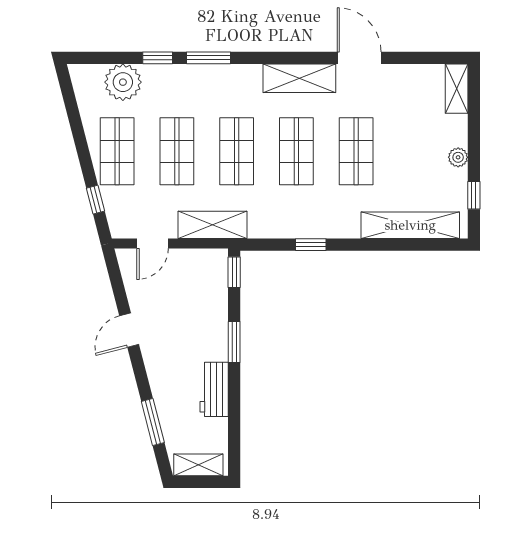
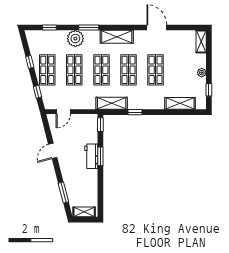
window: (158, 58) -> (49, 28), moved
shelving: (299, 78) -> (117, 37), moved
plant: (123, 82) -> (75, 39), moved
window: (79, 134) -> (30, 62), added
shelving: (212, 225) -> (112, 103), moved
shelving: (410, 225) -> (180, 103), width x0.68
workbench: (214, 389) -> (91, 156), moved

